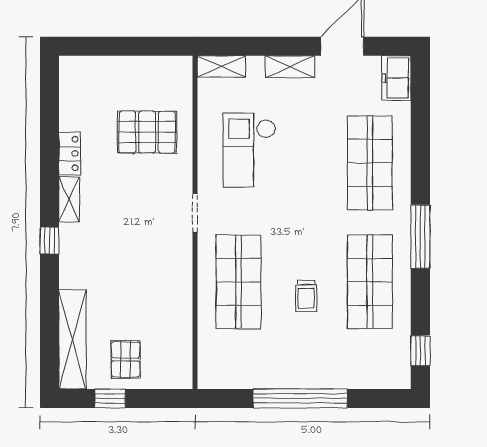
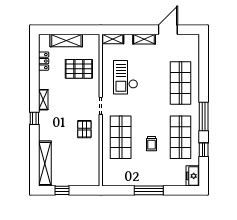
shelving: (119, 70) -> (66, 40), added
freezer: (396, 78) -> (193, 176), moved
locker: (70, 154) -> (44, 61), moved
window: (420, 351) -> (204, 150), moved
pallet: (126, 359) -> (84, 129), moved
window: (300, 398) -> (149, 190), width x0.68

